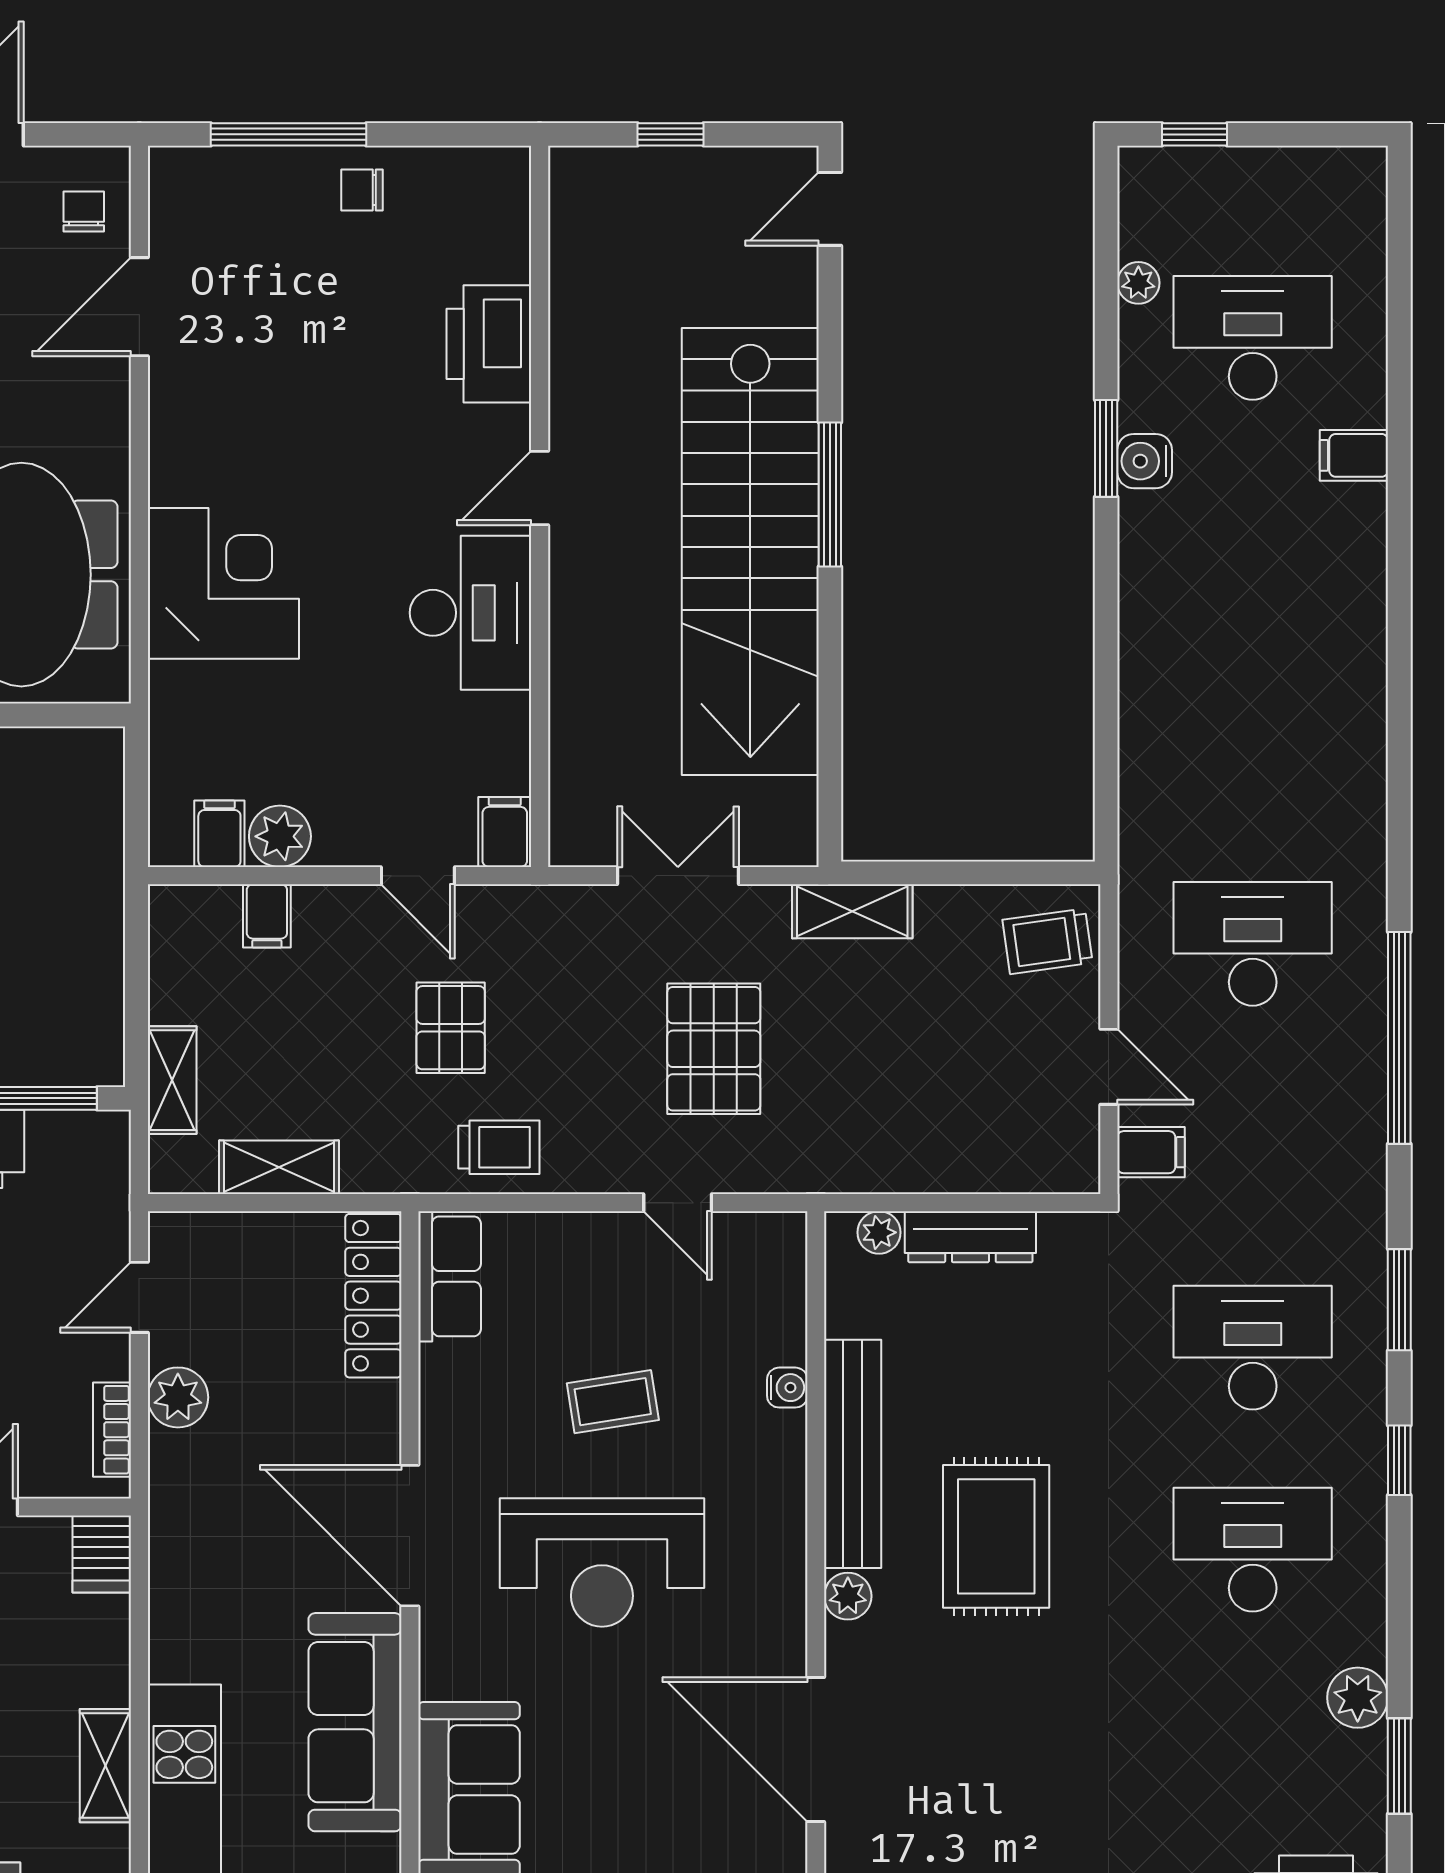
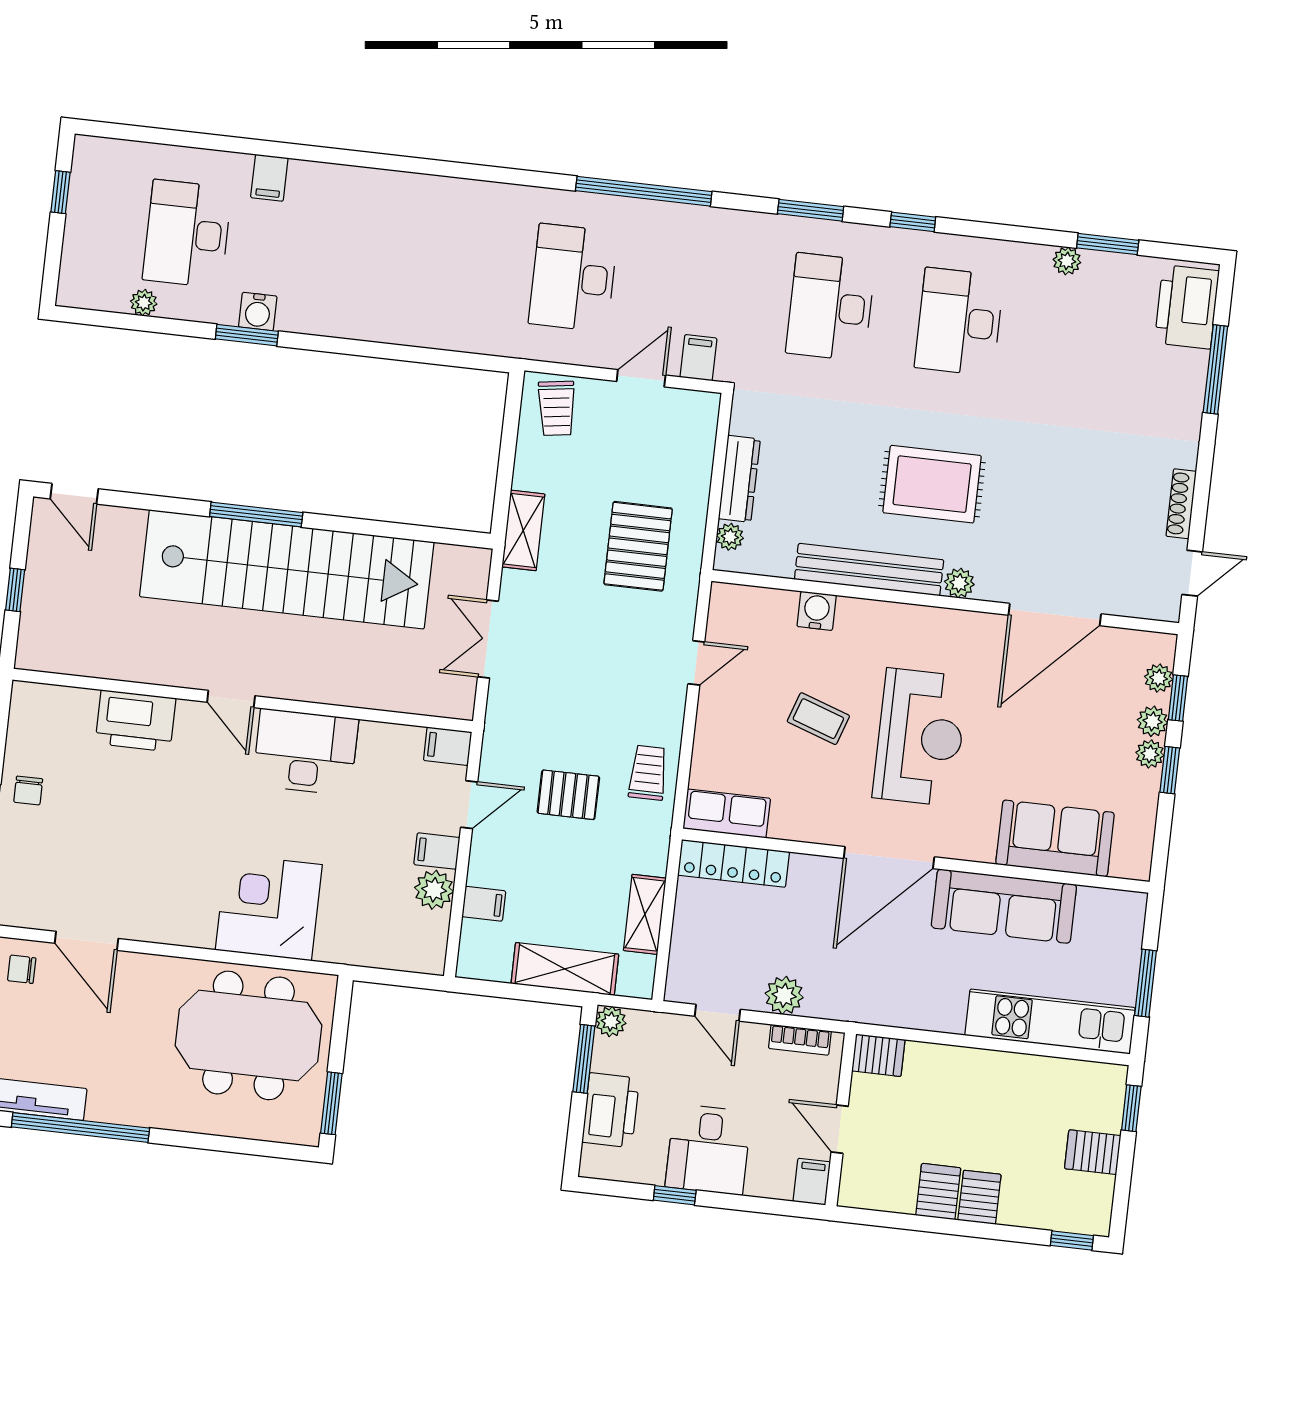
window: (1195, 134) -> (60, 192), moved
filing cabinet: (219, 834) -> (437, 851), moved
pallet: (714, 1049) -> (638, 546), moved, turned 90
shelving: (172, 1080) -> (565, 969), width x1.50, depth x1.33
plant: (107, 1134) -> (611, 1022), added
water cooler: (787, 1388) -> (817, 611), width x1.38, depth x1.38
coffee table: (613, 1402) -> (818, 719), turned -62
plant: (1358, 1698) -> (1067, 261), width x0.73, depth x0.73
shelving: (105, 1766) -> (1013, 1068), removed

